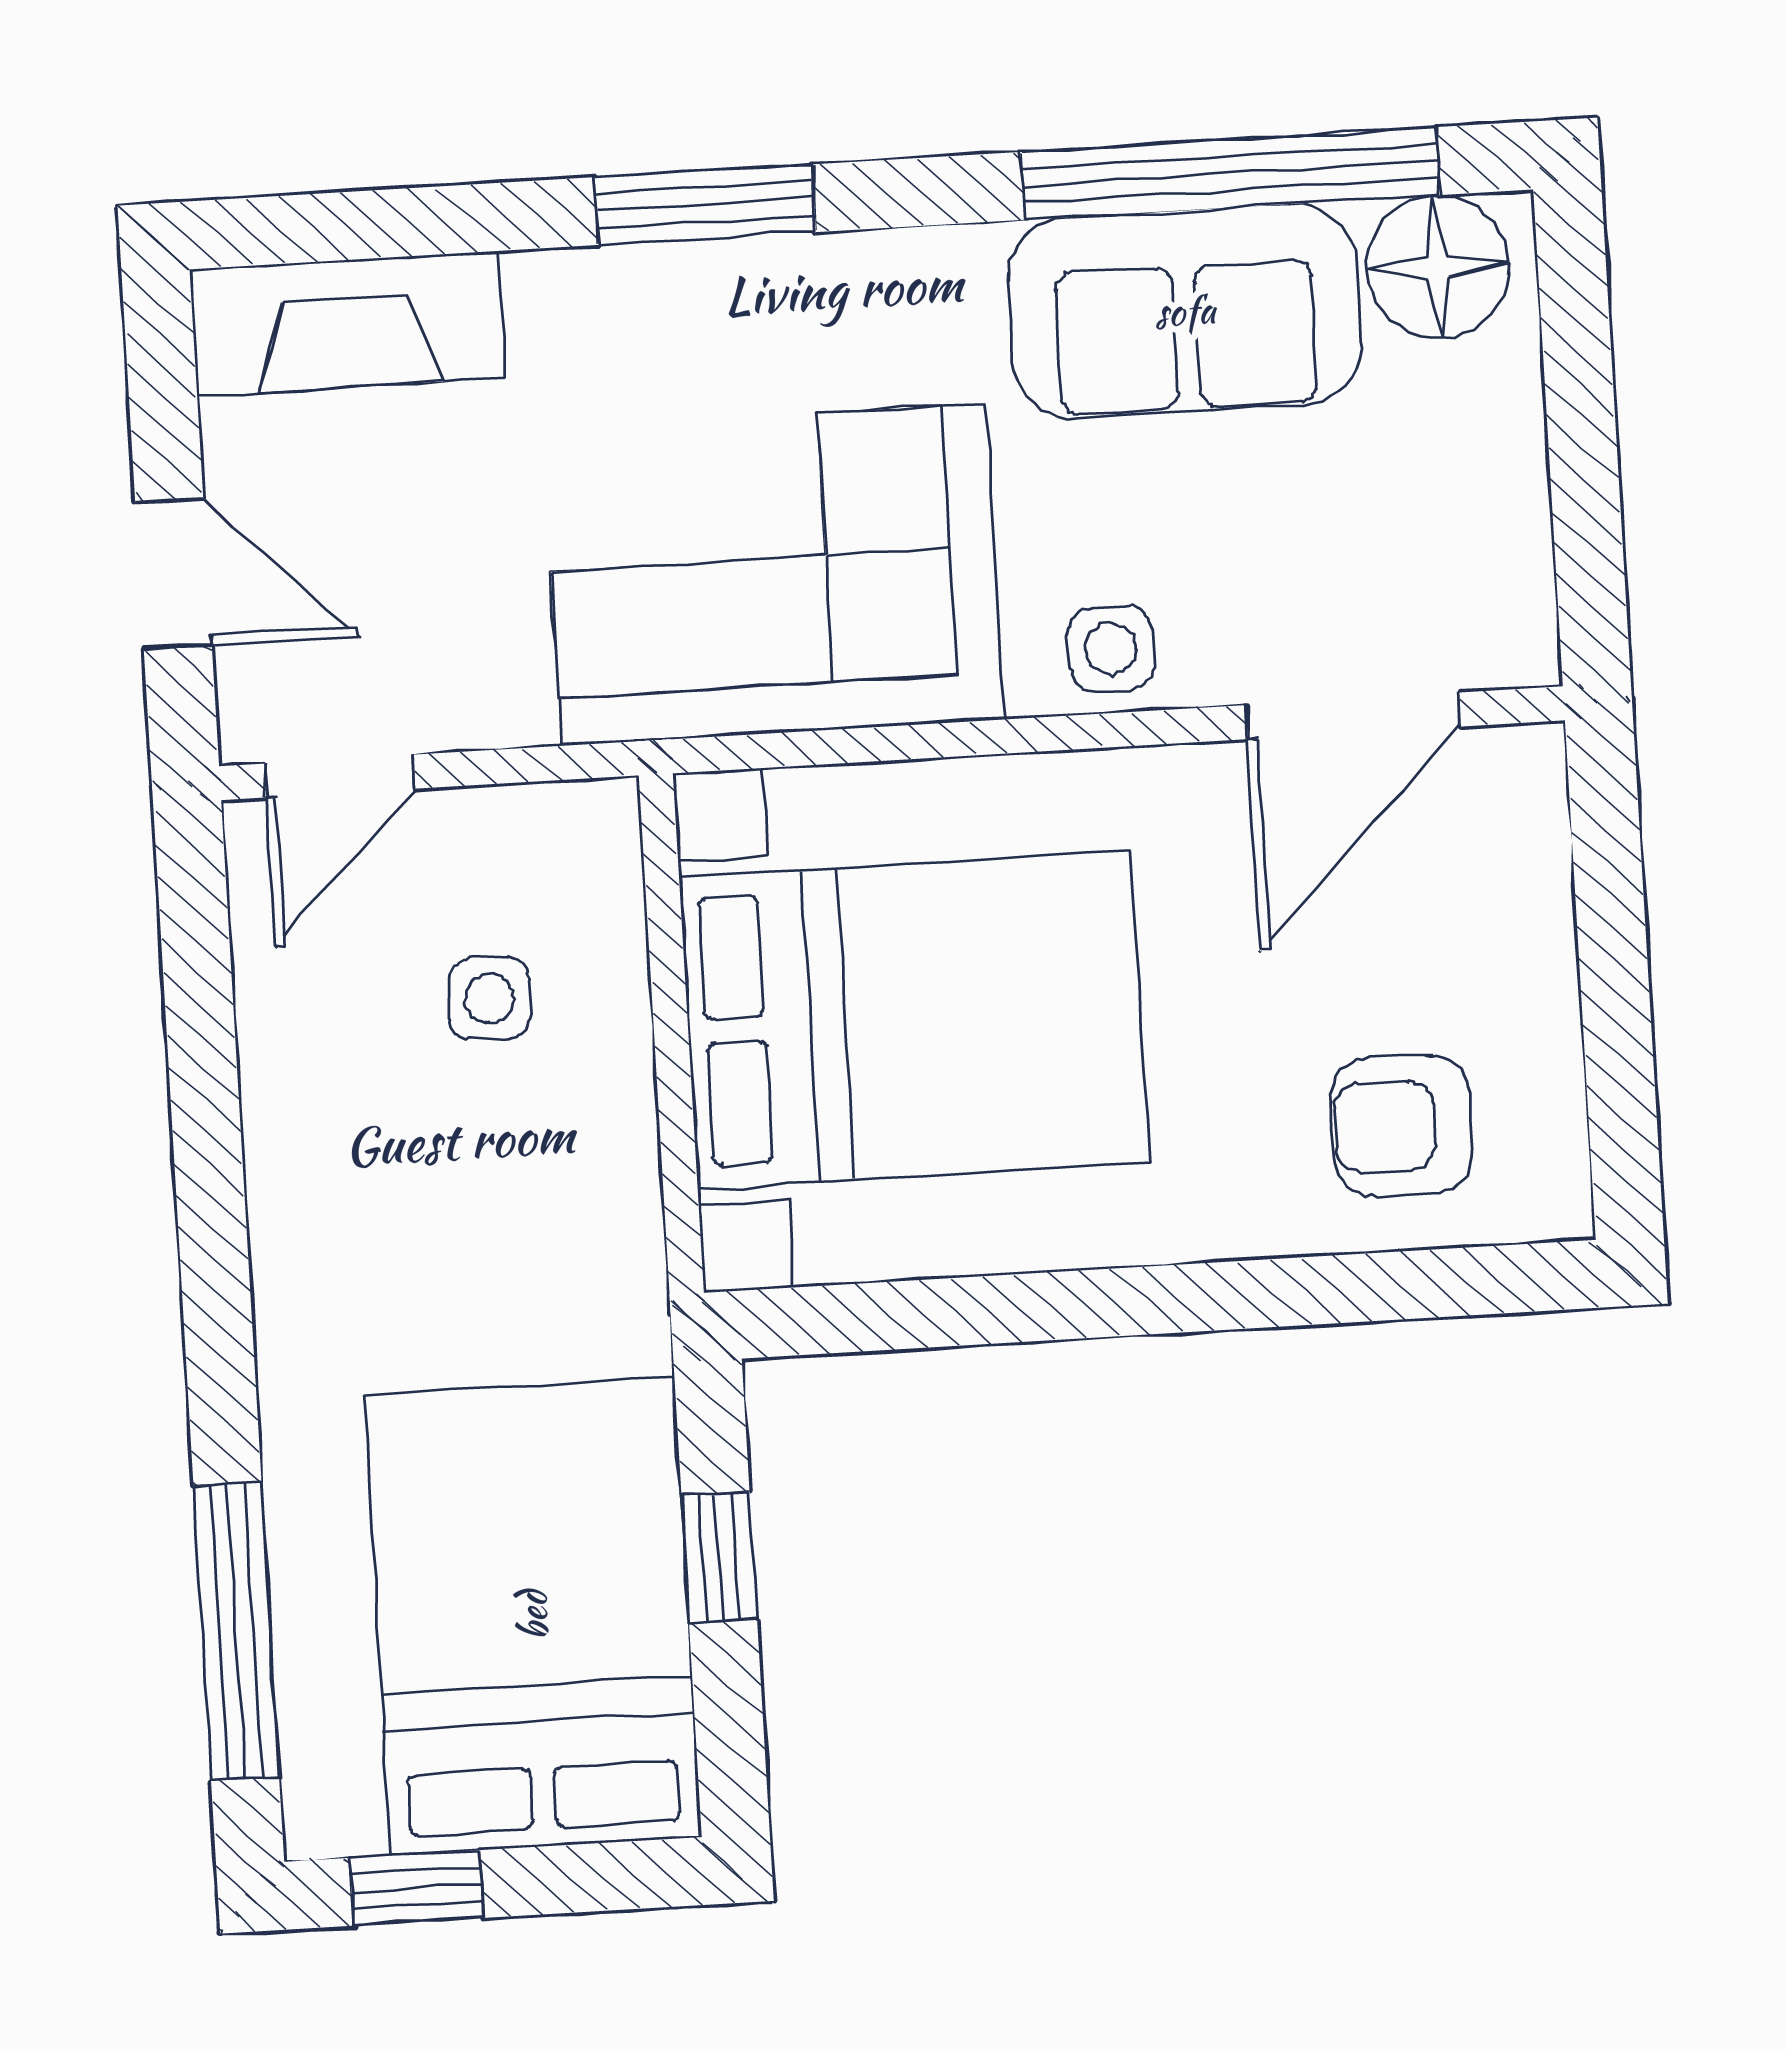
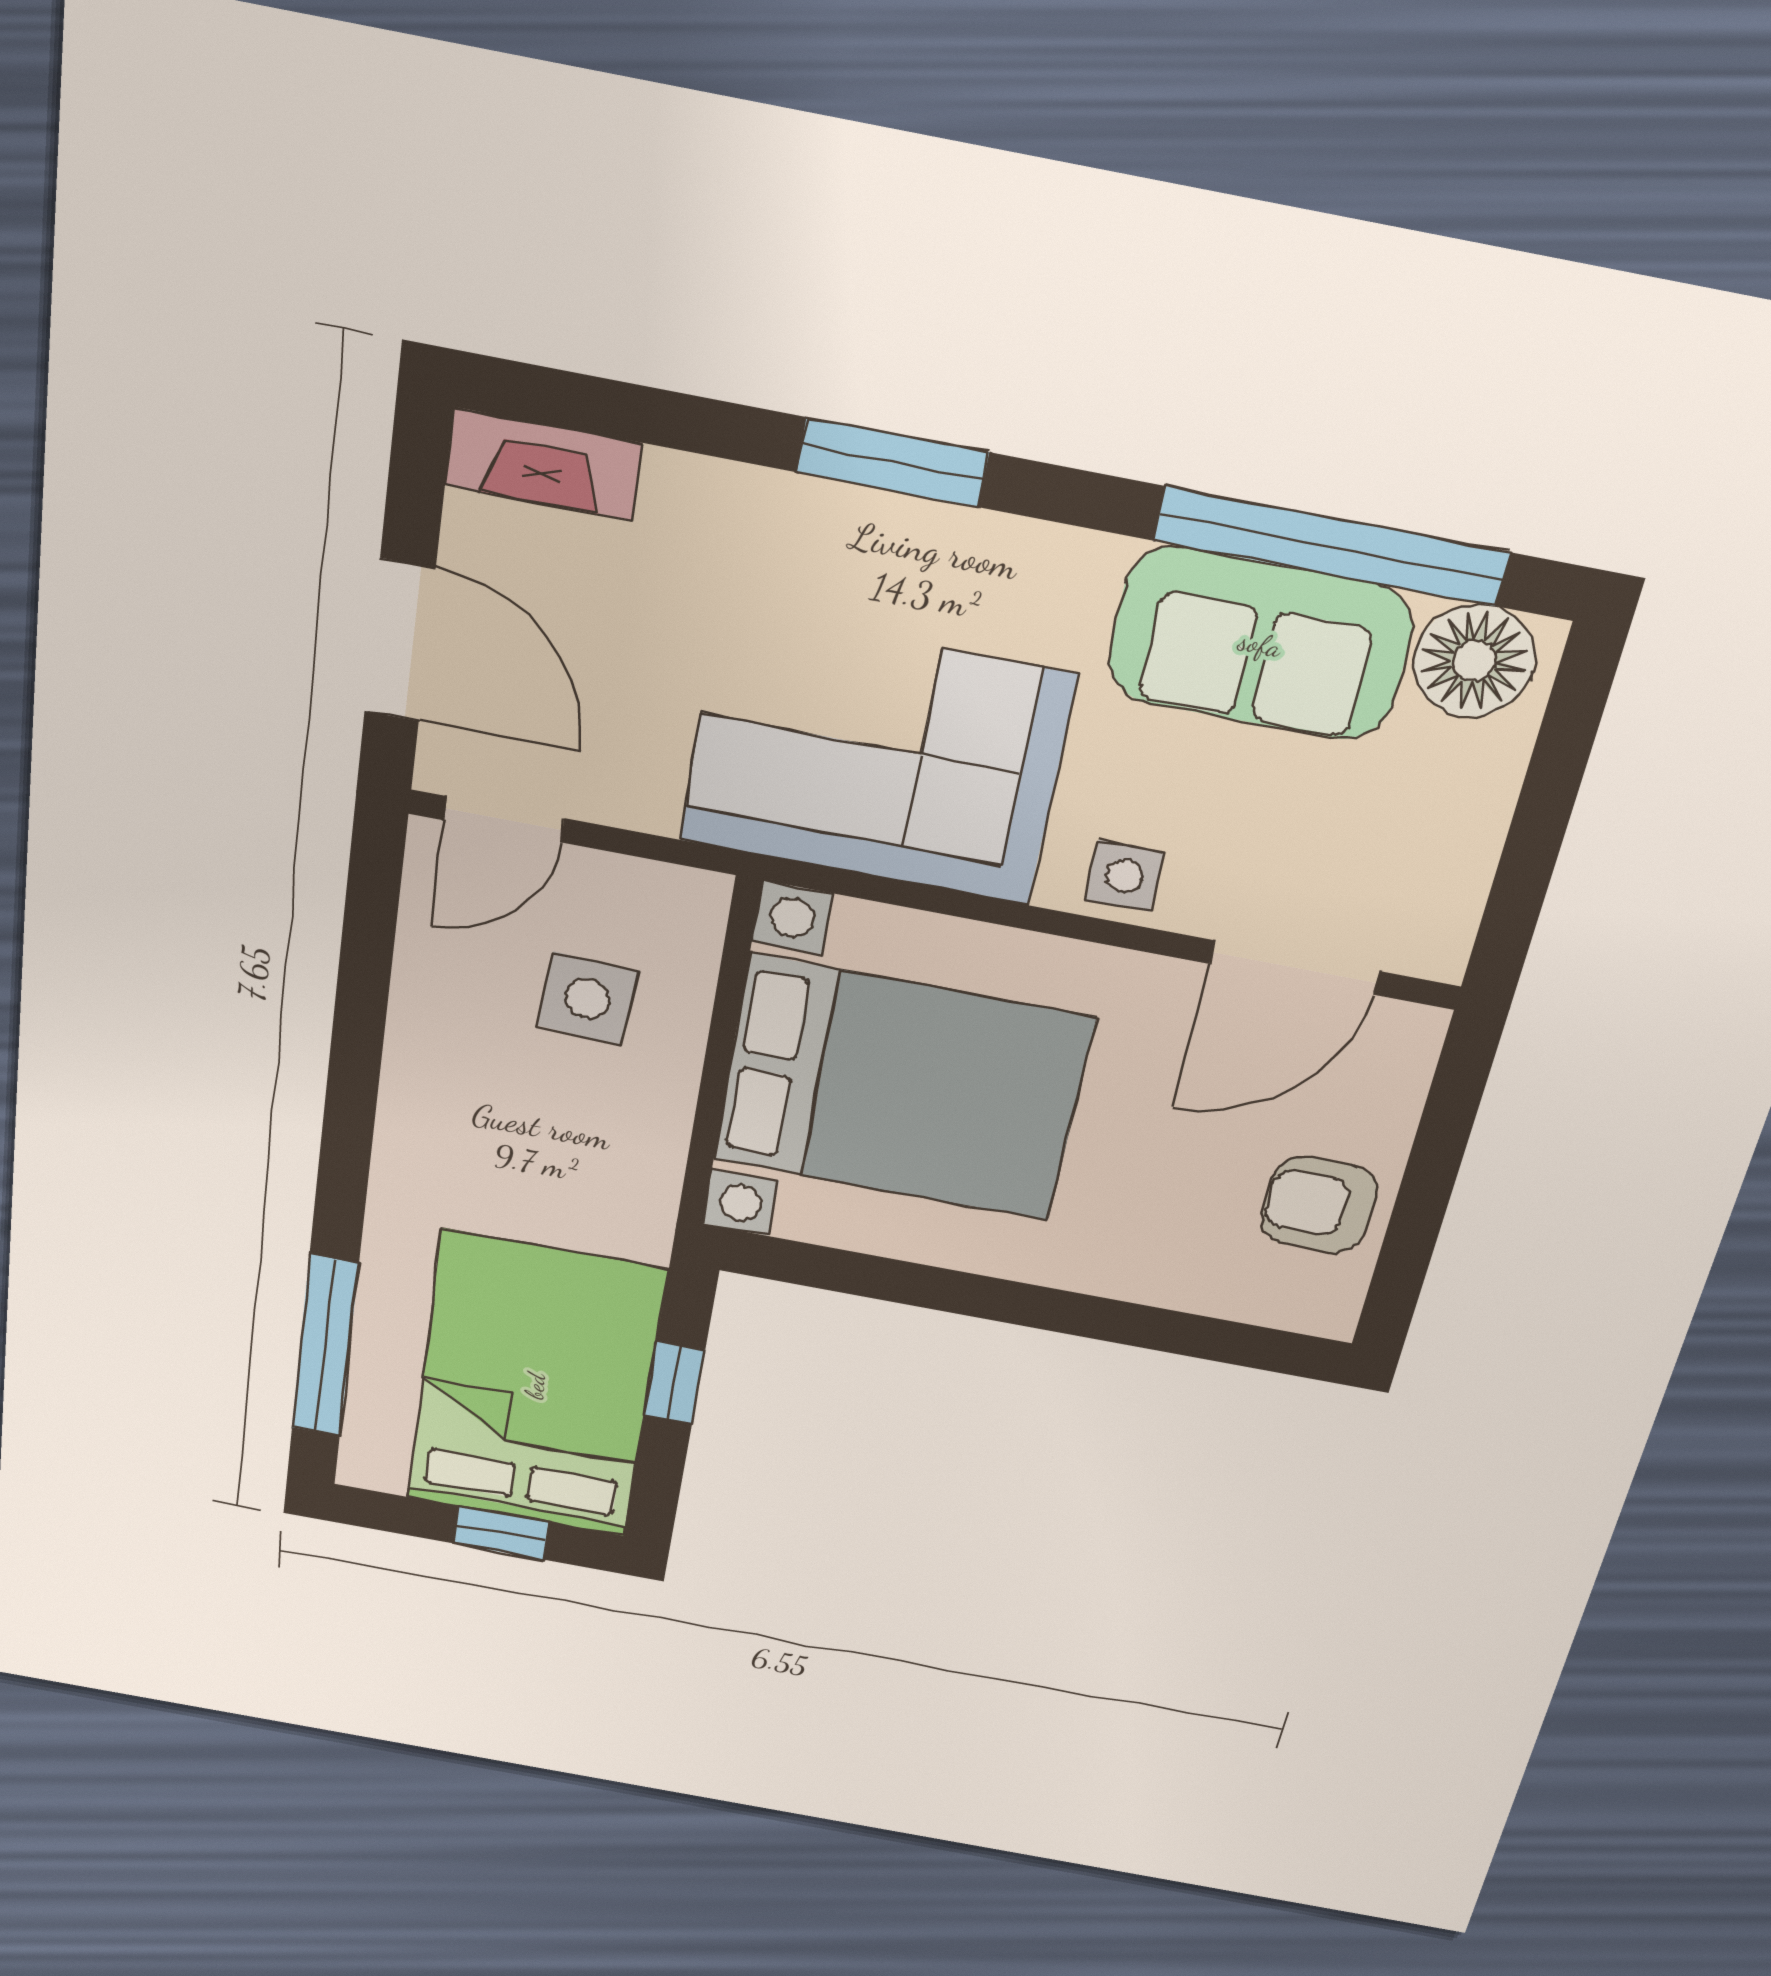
fireplace: (347, 323) -> (543, 464), width x0.73, depth x0.76
door: (174, 574) -> (400, 640), width x1.38
side table: (489, 998) -> (587, 999), width x1.37, depth x1.37
armchair: (1402, 1126) -> (1319, 1205), moved
window: (417, 1888) -> (501, 1533), moved

